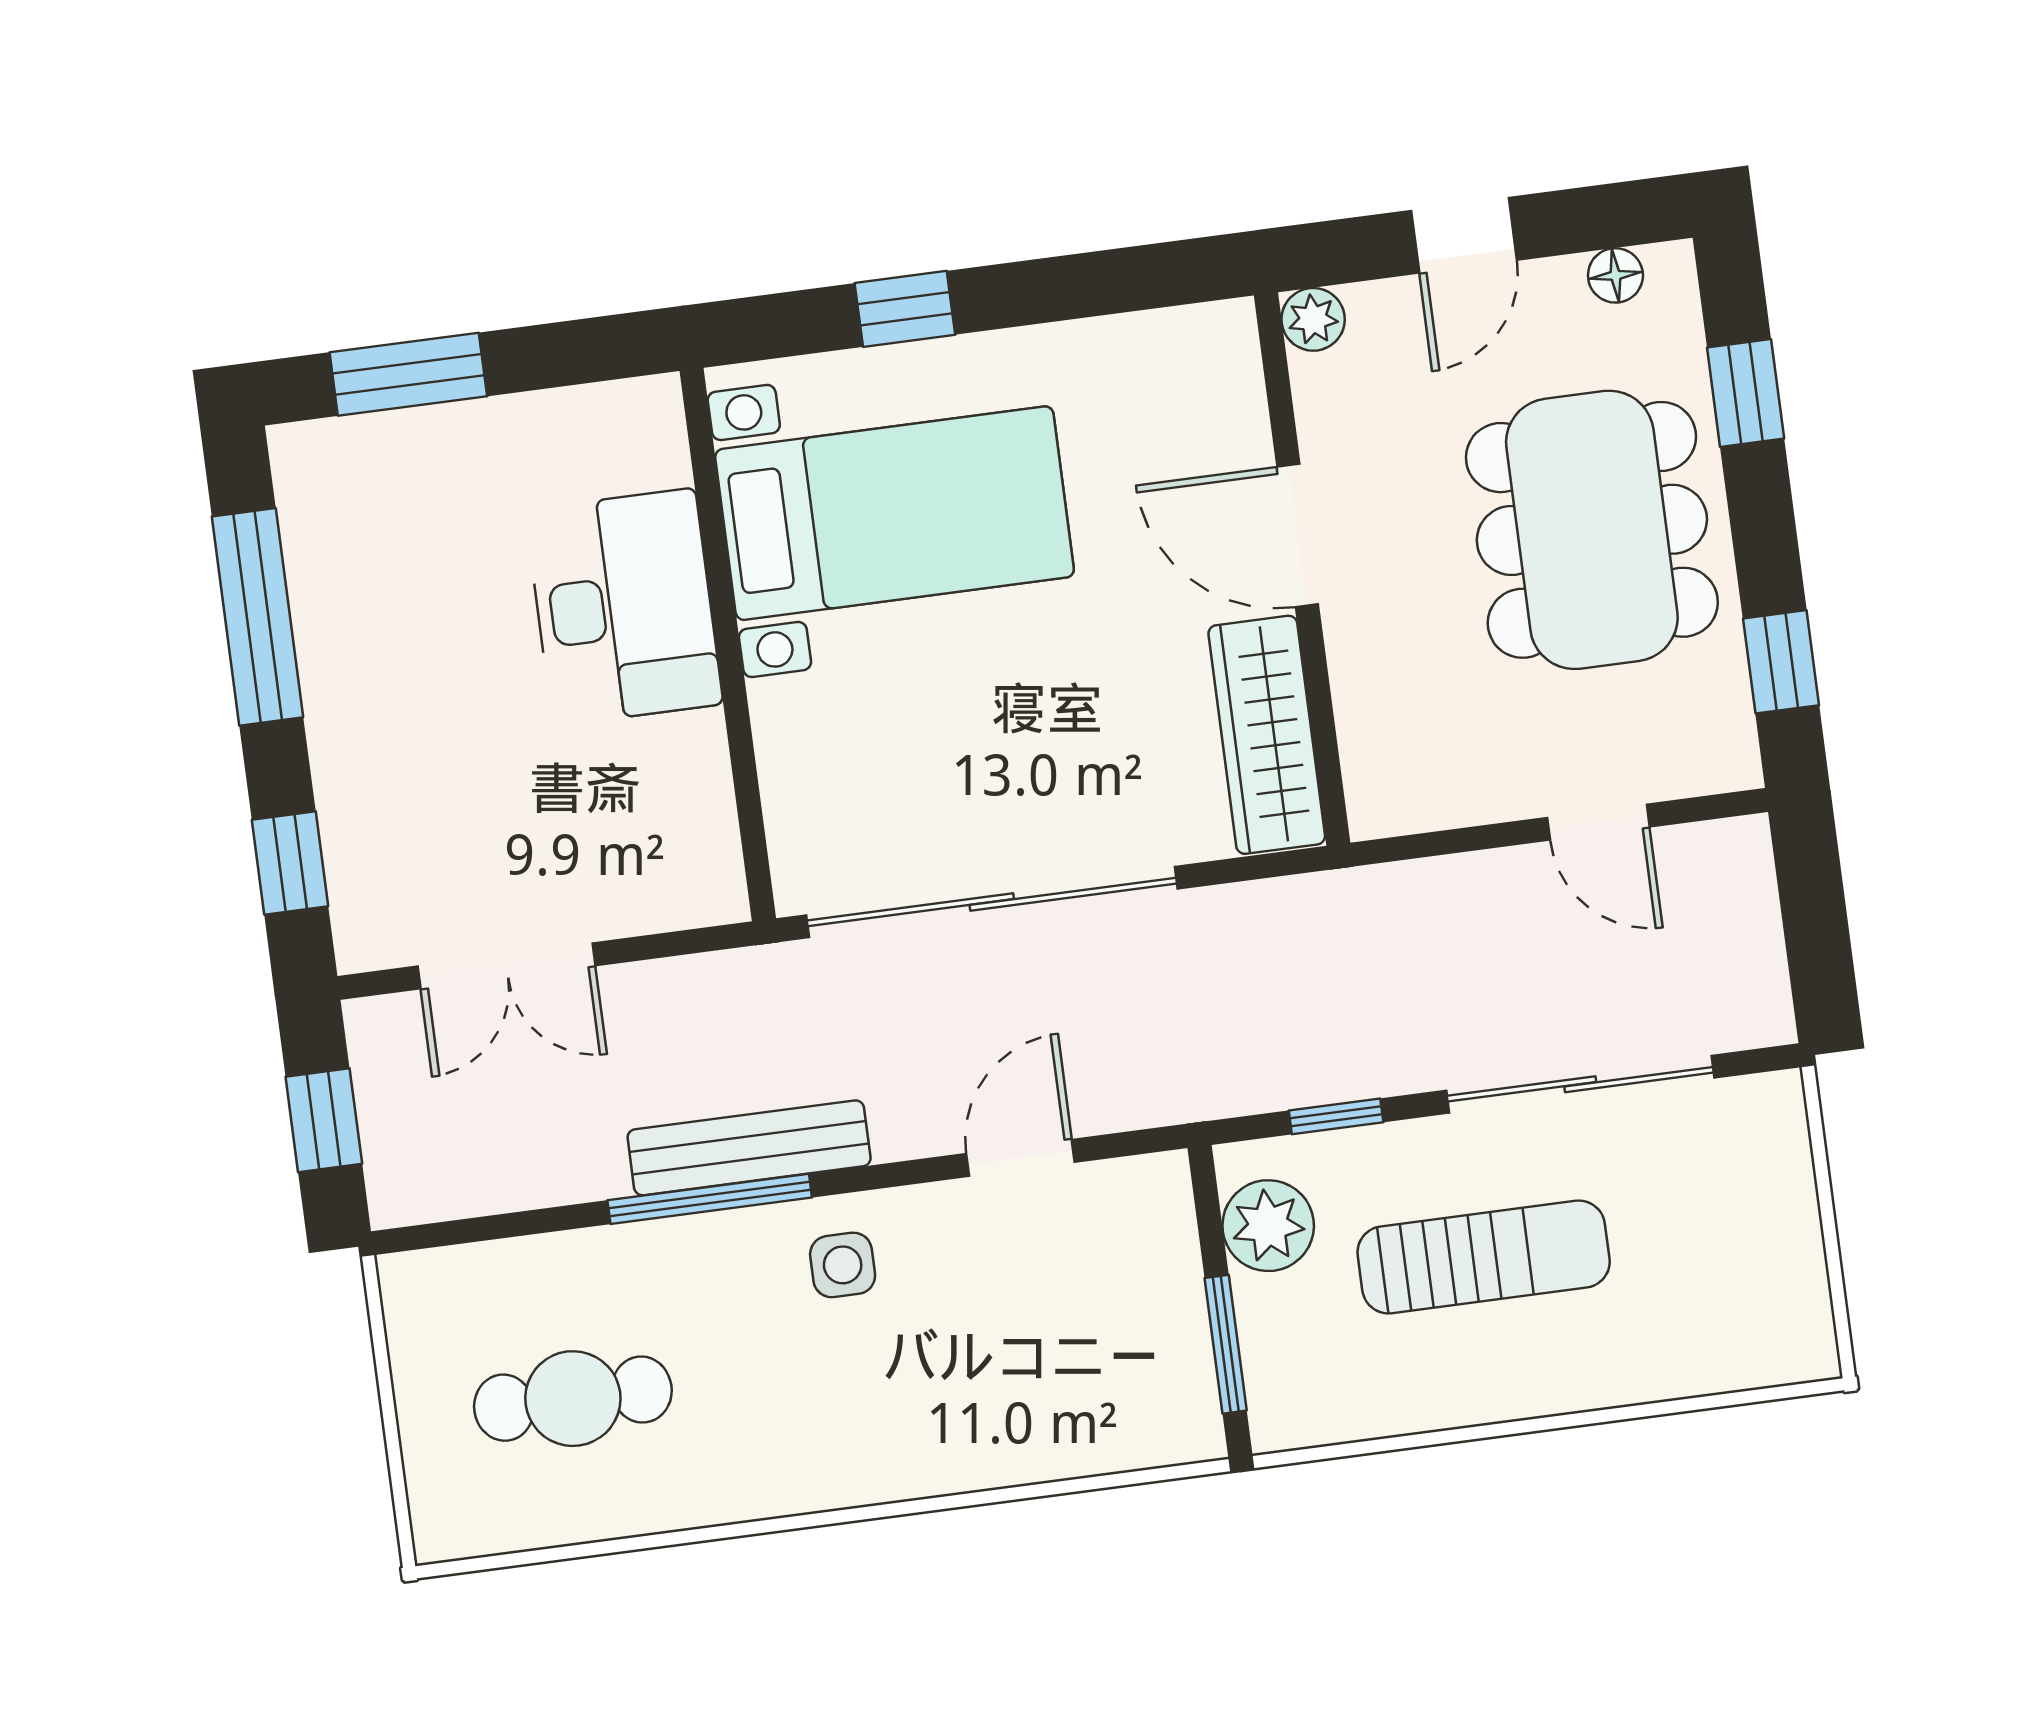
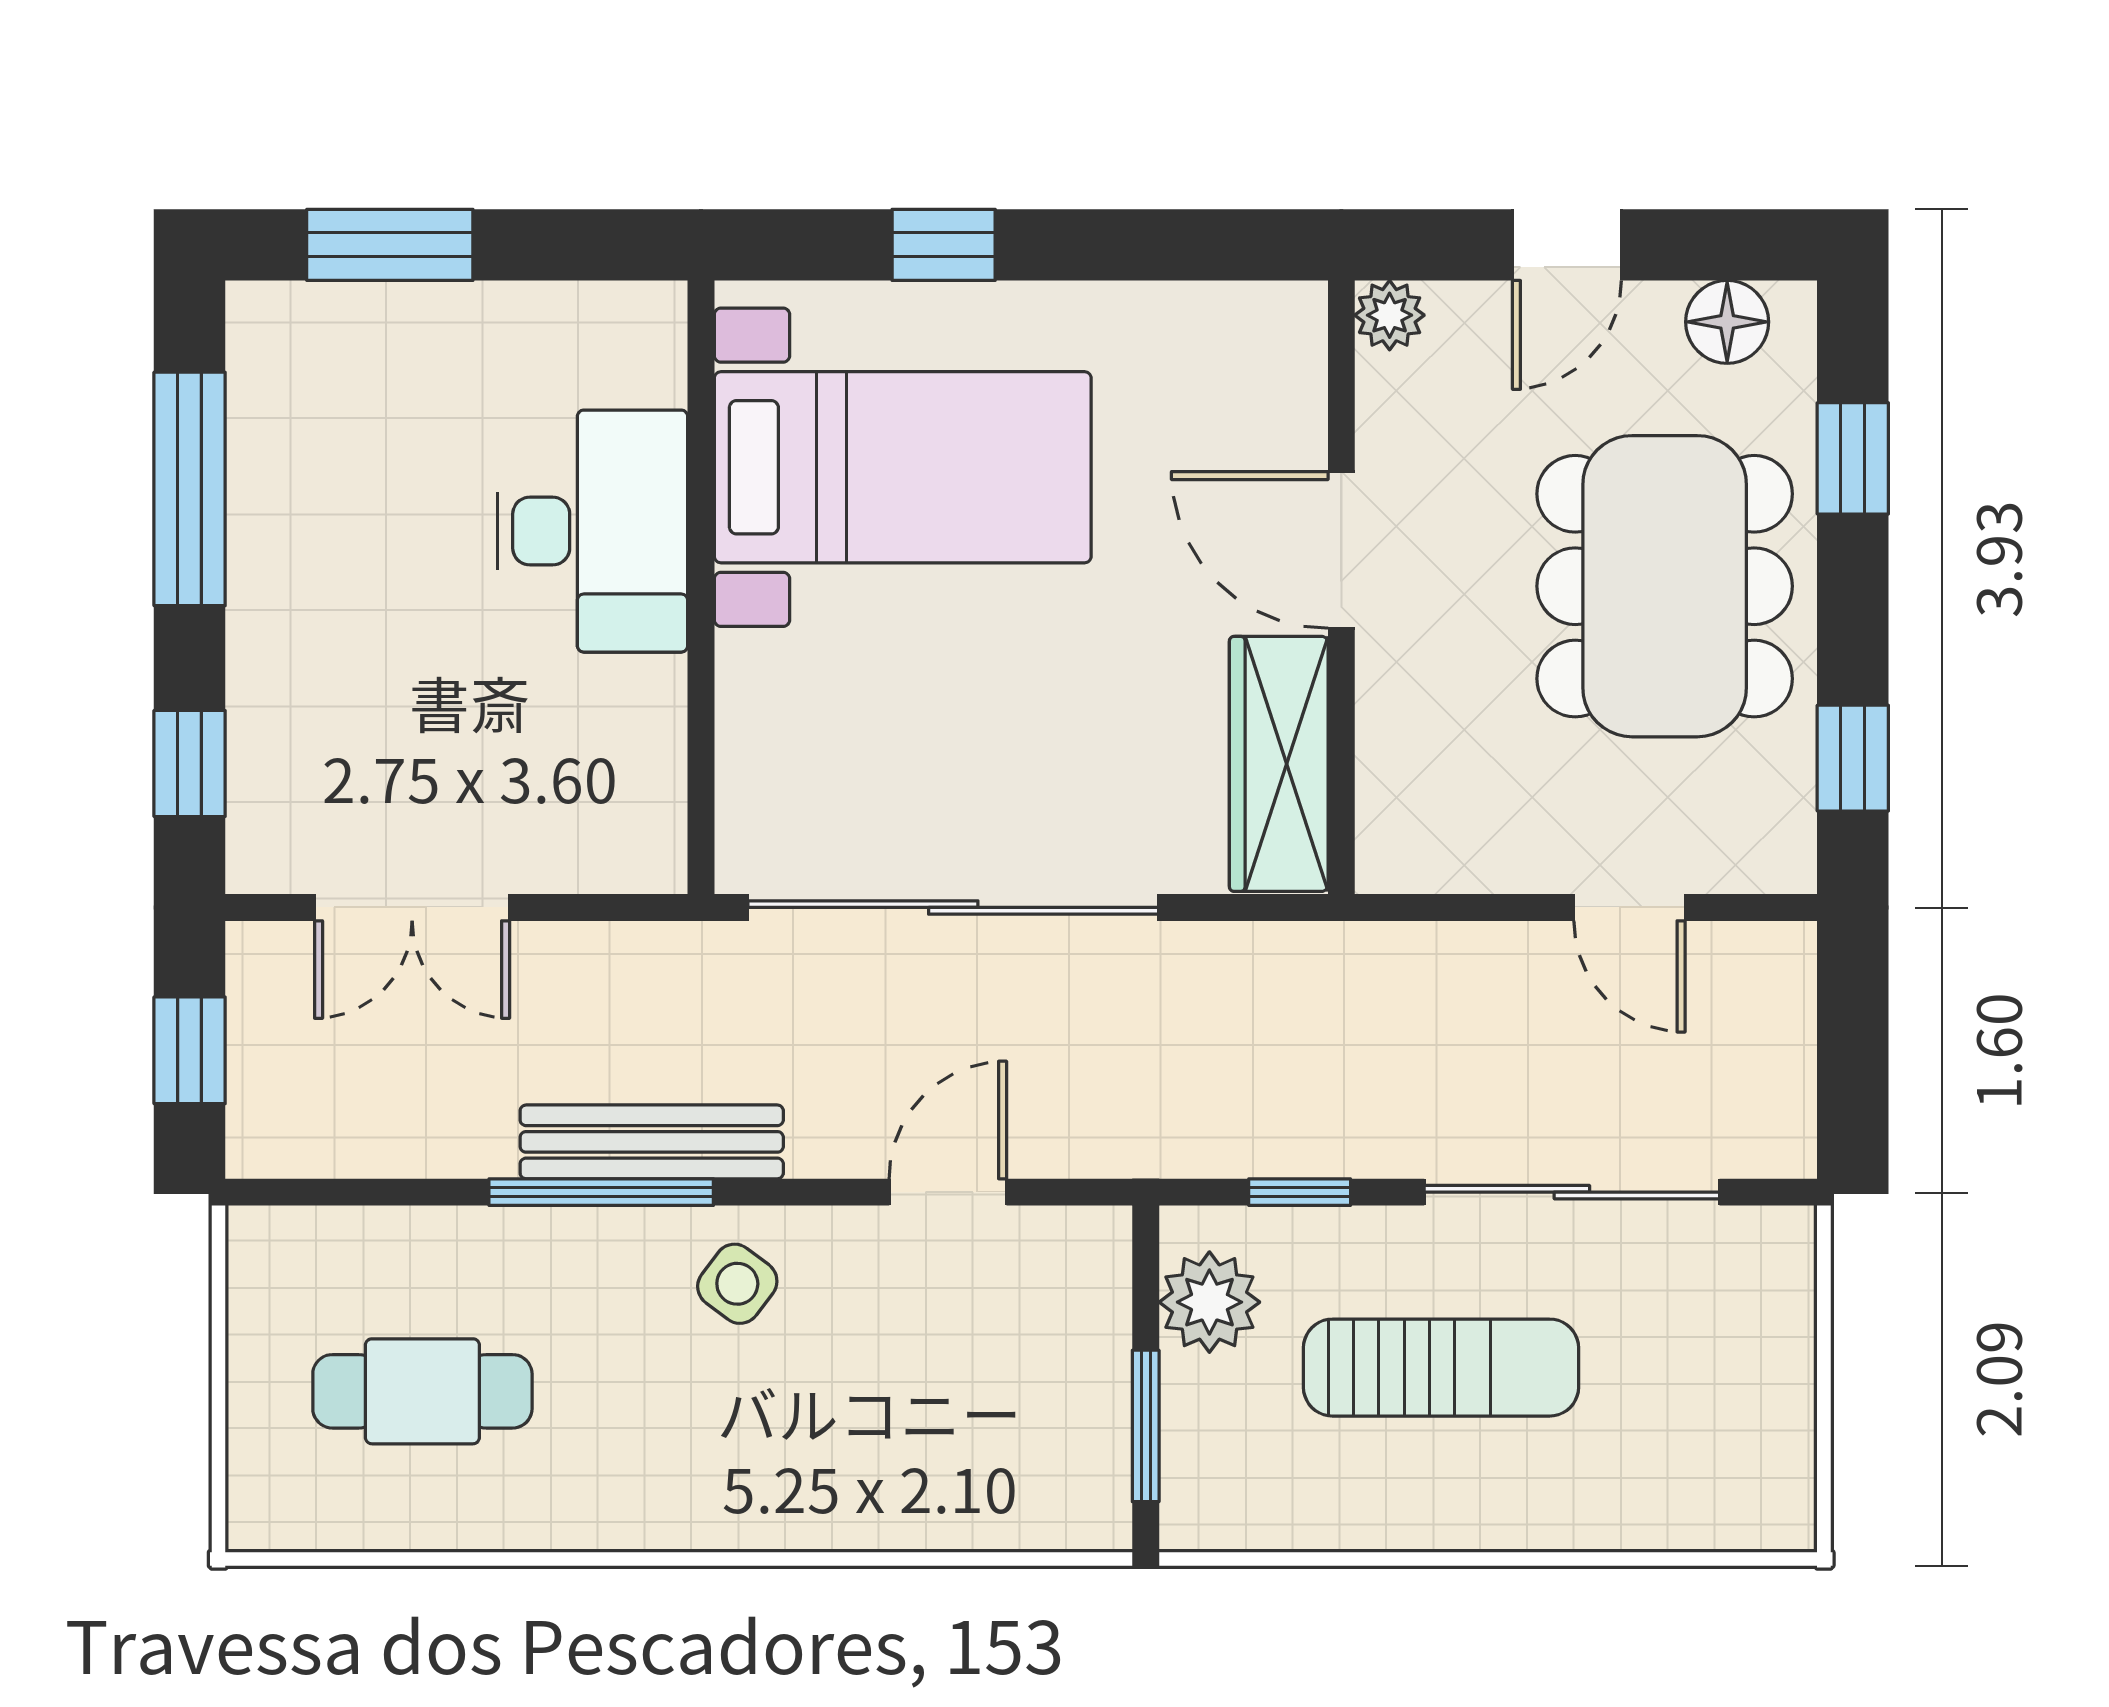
floor lamp: (1615, 275) -> (1727, 322), width x1.37, depth x1.37
side table: (843, 1265) -> (737, 1284), turned 37

